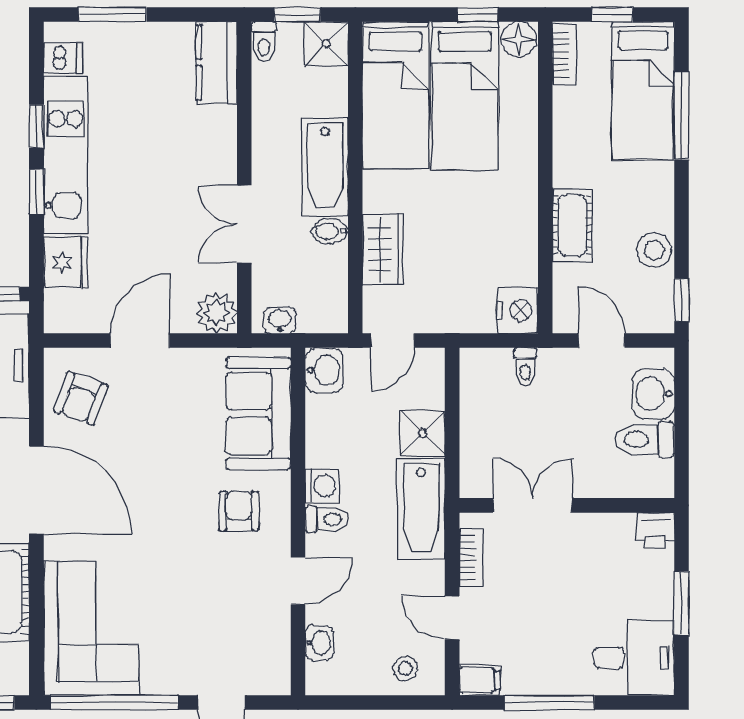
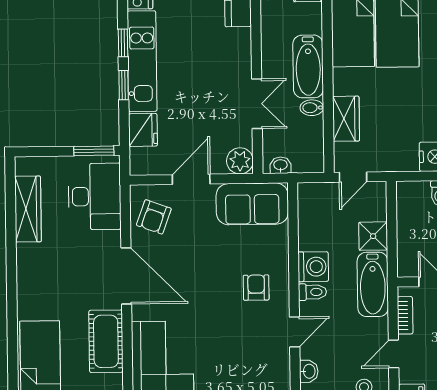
double door: (244, 224) -> (257, 104), swing flipped
washbasin: (324, 370) -> (309, 197), removed
sofa: (258, 413) -> (252, 204), moved, turned -90
washing machine: (322, 486) -> (313, 267), width x1.38, depth x1.38
door: (452, 618) -> (394, 354), hinge flipped

